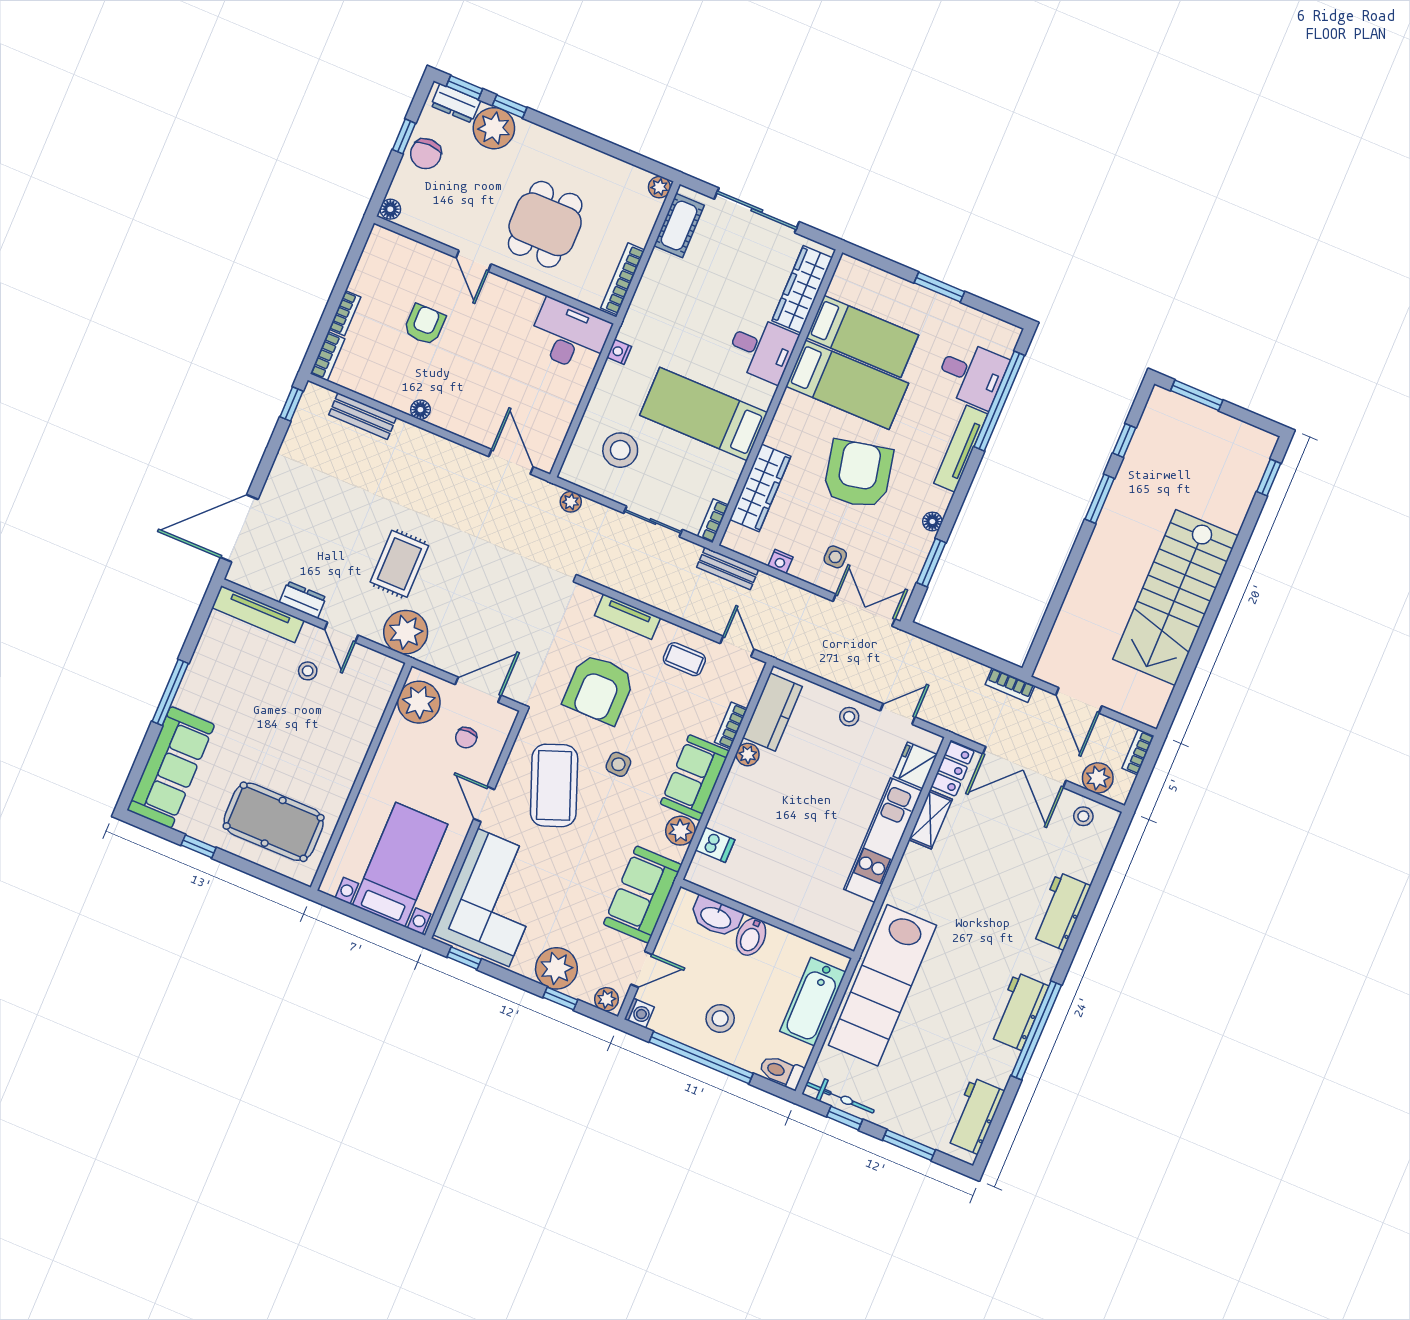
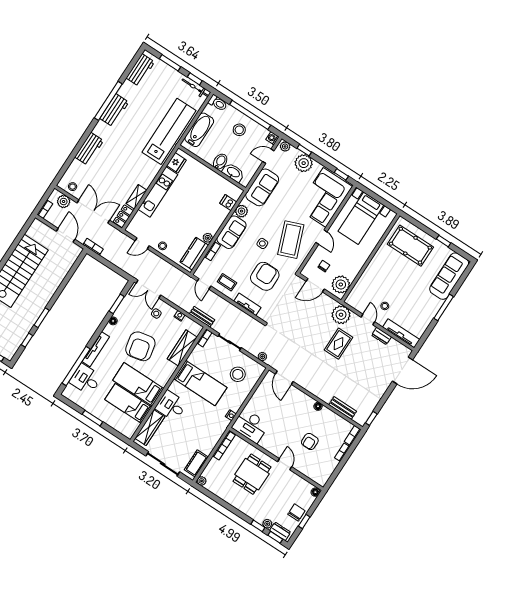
plant: (494, 128) -> (267, 524), width x0.53, depth x0.53
fridge: (915, 765) -> (176, 163), moved

